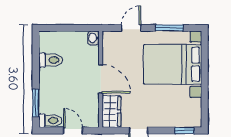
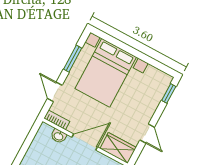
washbasin: (93, 38) -> (59, 136), moved
bookcase: (107, 43) -> (57, 120), added

